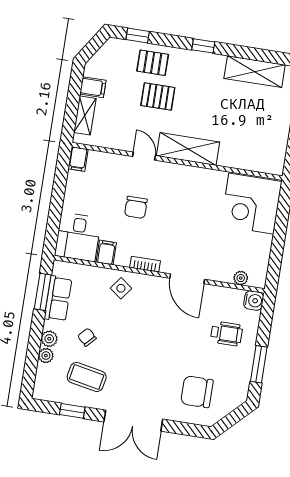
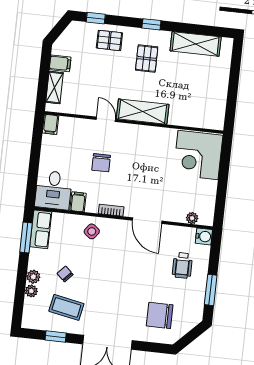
pallet: (158, 96) -> (147, 59), moved, turned 90
row of seats: (58, 299) -> (41, 229), moved
wheelchair: (227, 334) -> (182, 265), turned 90

